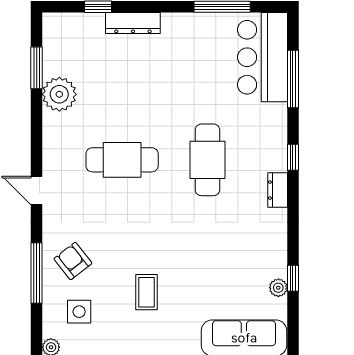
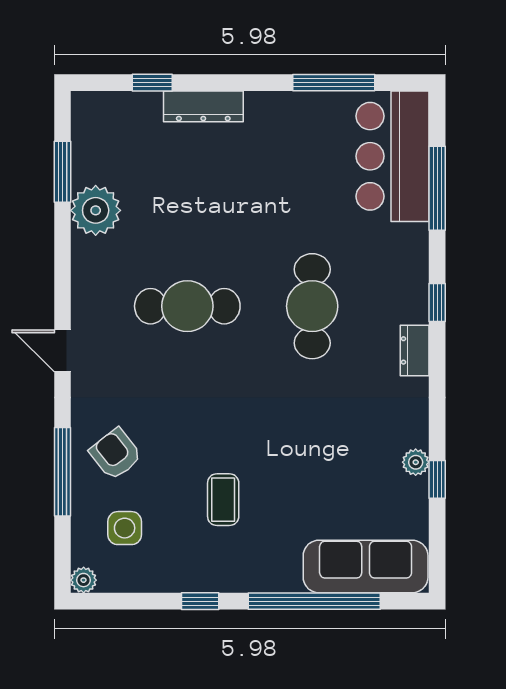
plant: (278, 288) -> (416, 462), moved

